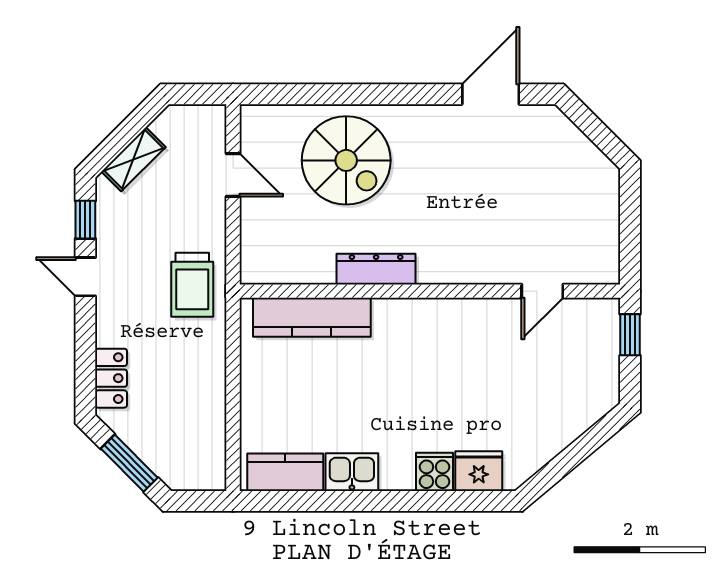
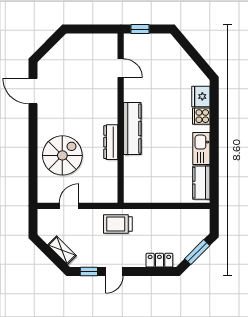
trolley: (192, 285) -> (118, 224), turned 180
kitchen counter: (312, 317) -> (132, 129), moved
kitchen sink: (352, 472) -> (201, 149), width x1.38

